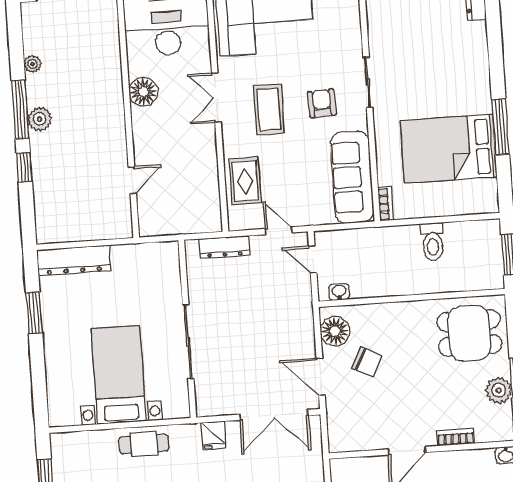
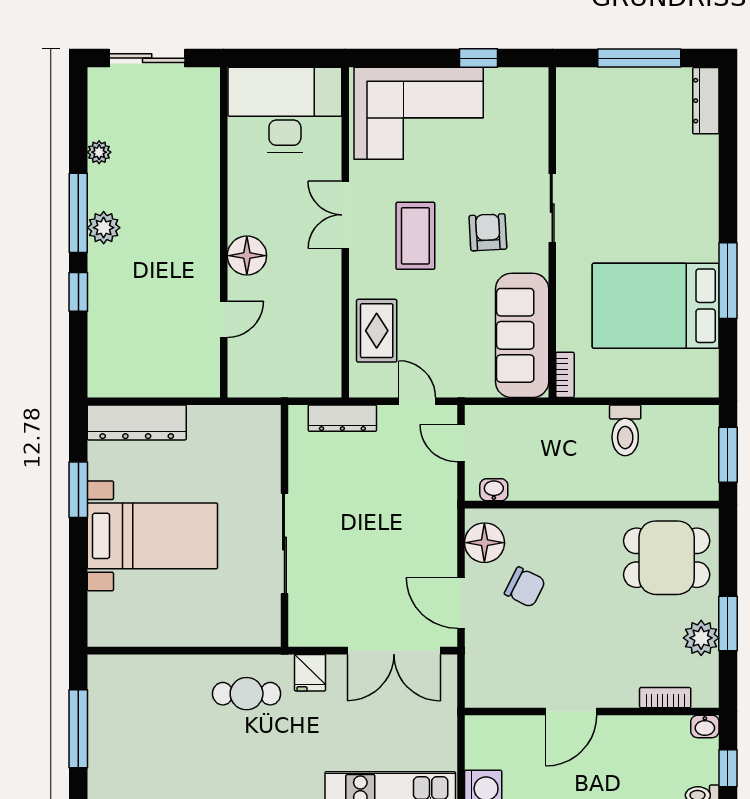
floor lamp: (143, 92) -> (247, 256), moved
bed with nightstands: (119, 375) -> (152, 536), moved, turned 90
bookcase: (456, 437) -> (665, 698), moved
cafe table: (144, 444) -> (247, 694), moved

